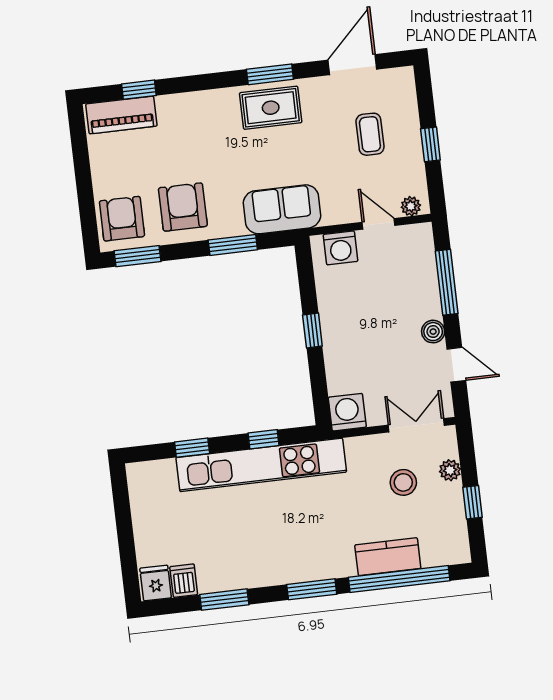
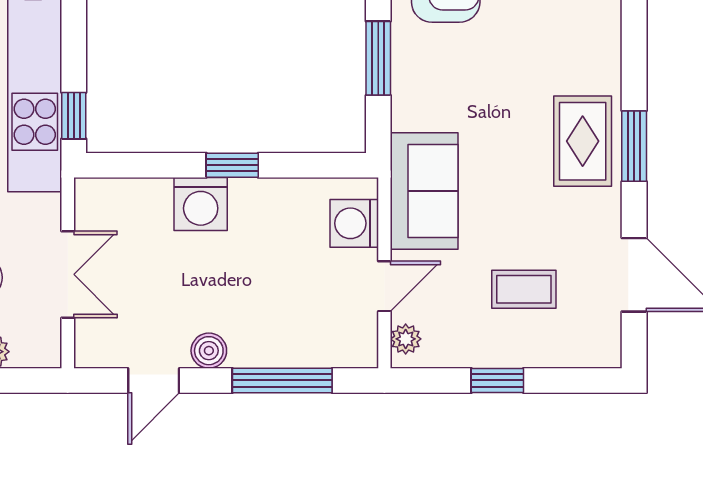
sofa: (282, 209) -> (424, 191), moved
washing machine: (347, 412) -> (201, 204), moved, turned 90
double door: (416, 425) -> (68, 274), moved
window: (263, 439) -> (74, 116), moved

